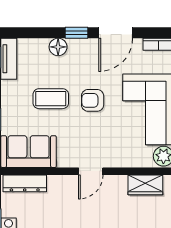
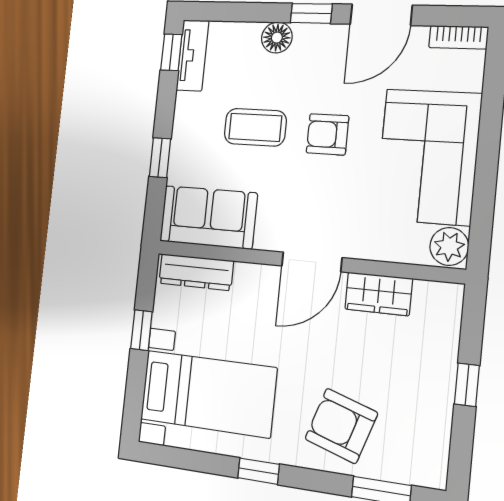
door: (91, 171) -> (312, 262), width x1.38
wardrobe: (145, 185) -> (378, 294), moved

